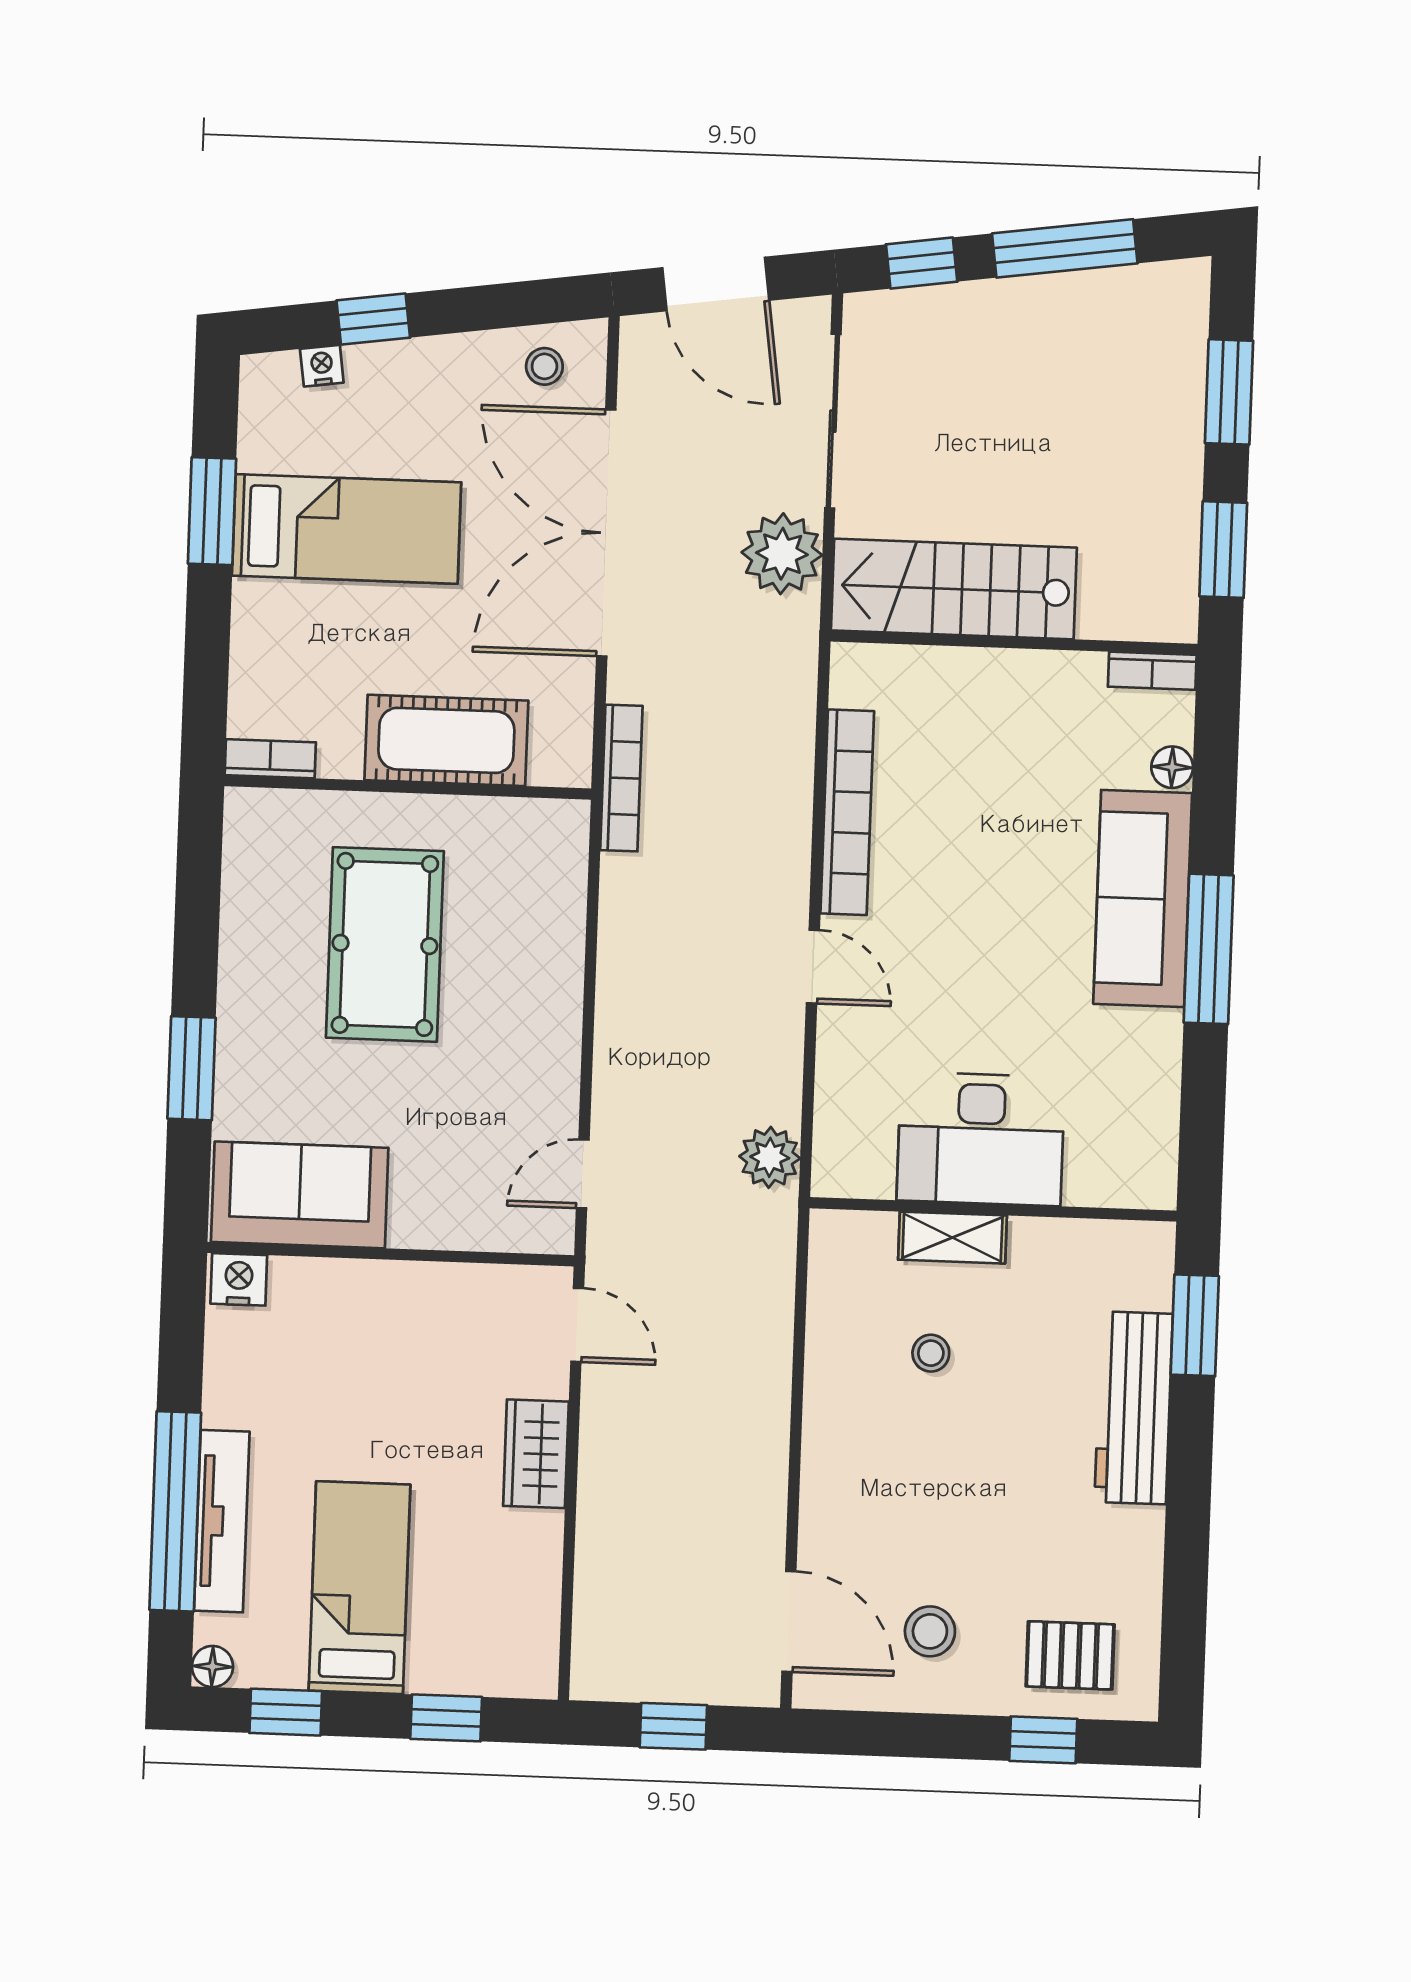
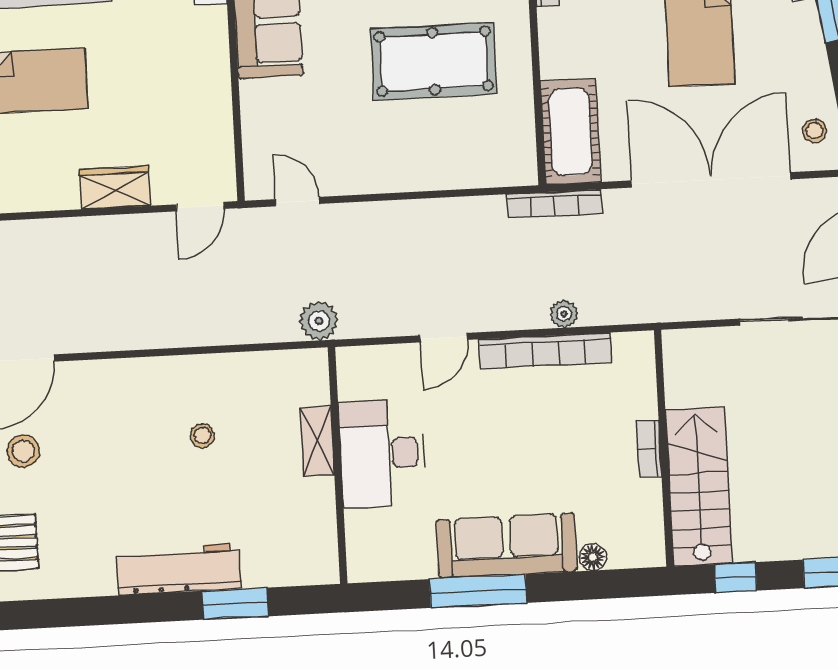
window: (1223, 550) -> (736, 577), width x0.67
plant: (782, 554) -> (564, 314), moved, width x0.53, depth x0.53
stairs: (954, 589) -> (699, 486), moved
bookcase: (1152, 671) -> (649, 449), moved
cot: (446, 740) -> (571, 132), moved
desk: (981, 1139) -> (382, 453), moved
wall: (993, 1209) -> (338, 465), moved
shelving: (952, 1238) -> (317, 441), moved

